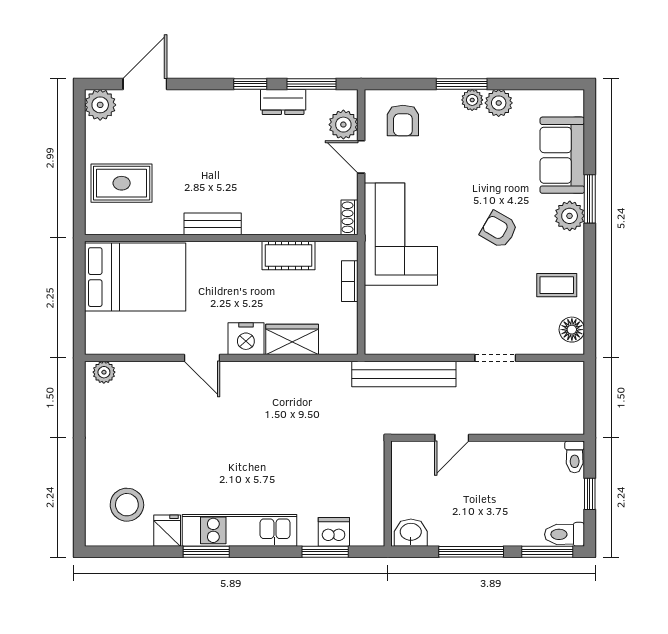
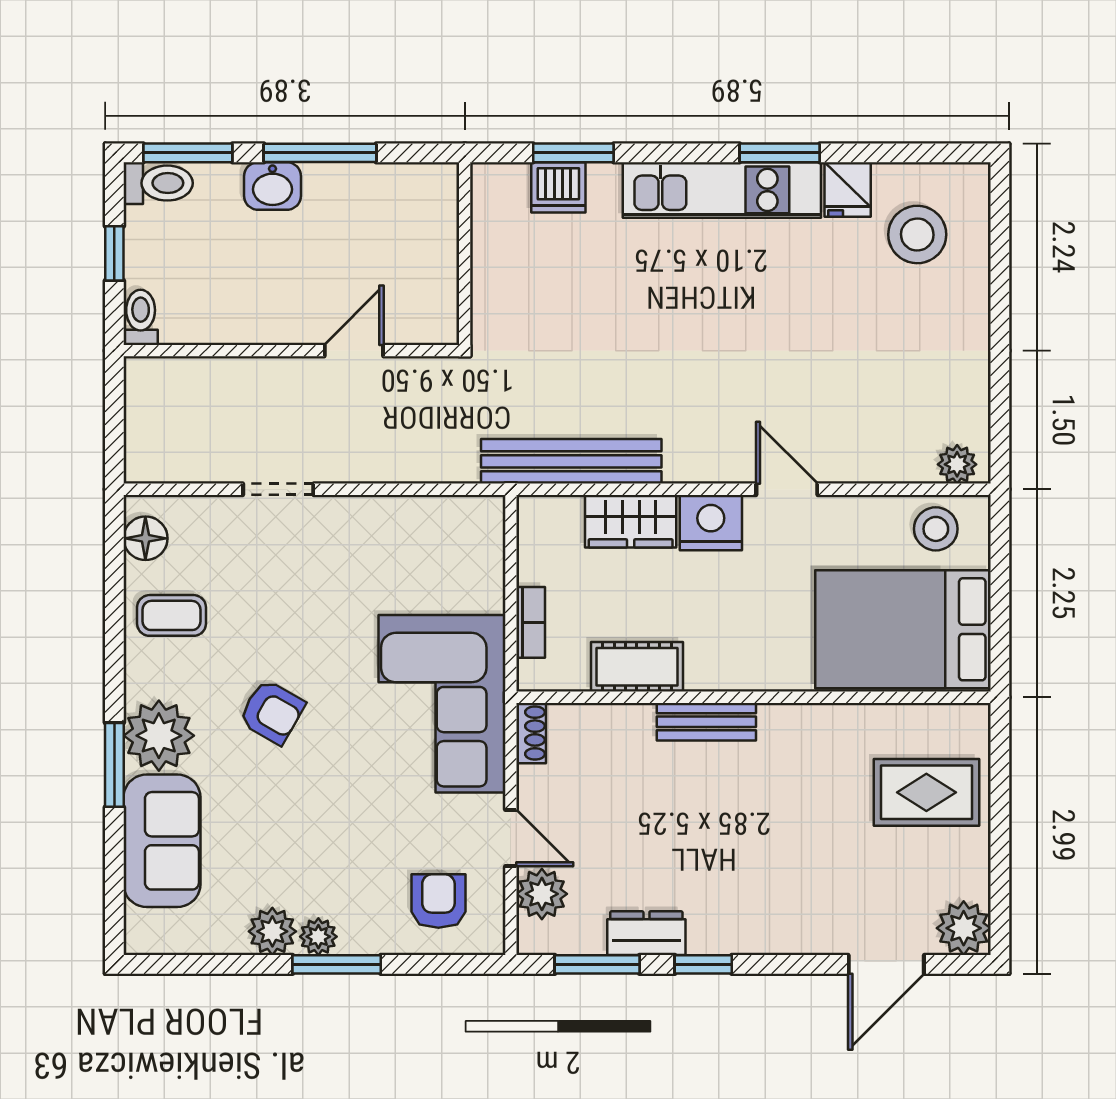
plant: (570, 216) -> (159, 736), width x1.36, depth x1.36
bench: (213, 224) -> (706, 722), moved
stool: (116, 335) -> (936, 529), added
bench: (404, 374) -> (571, 461), moved
washbasin: (411, 533) -> (273, 186), moved

